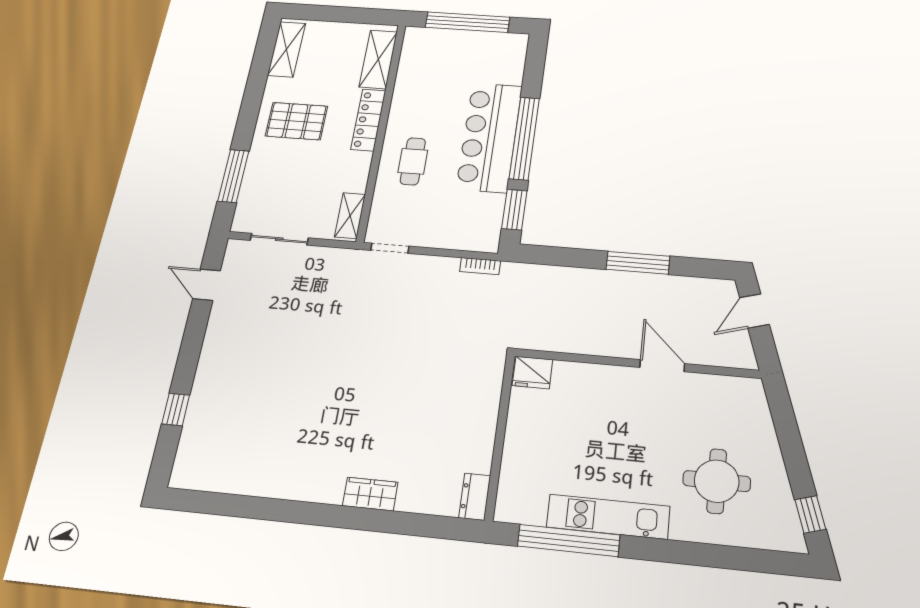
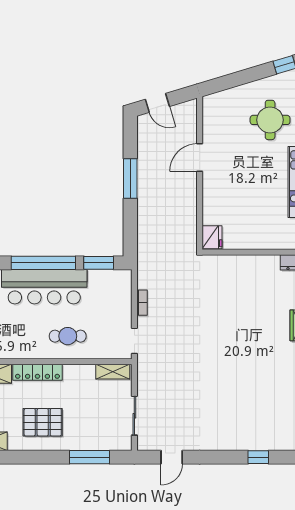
pallet: (297, 121) -> (43, 422), turned 90
bookcase: (480, 266) -> (142, 303), moved

